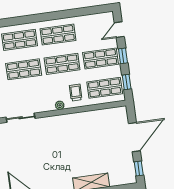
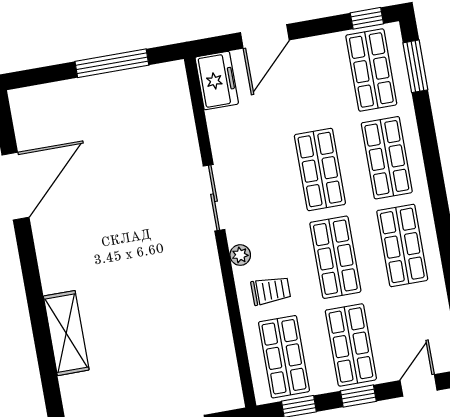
door: (119, 30) -> (419, 385), hinge flipped
sliding door: (21, 118) -> (214, 198), moved

